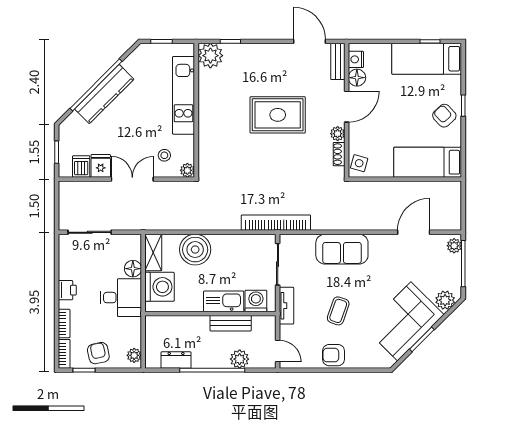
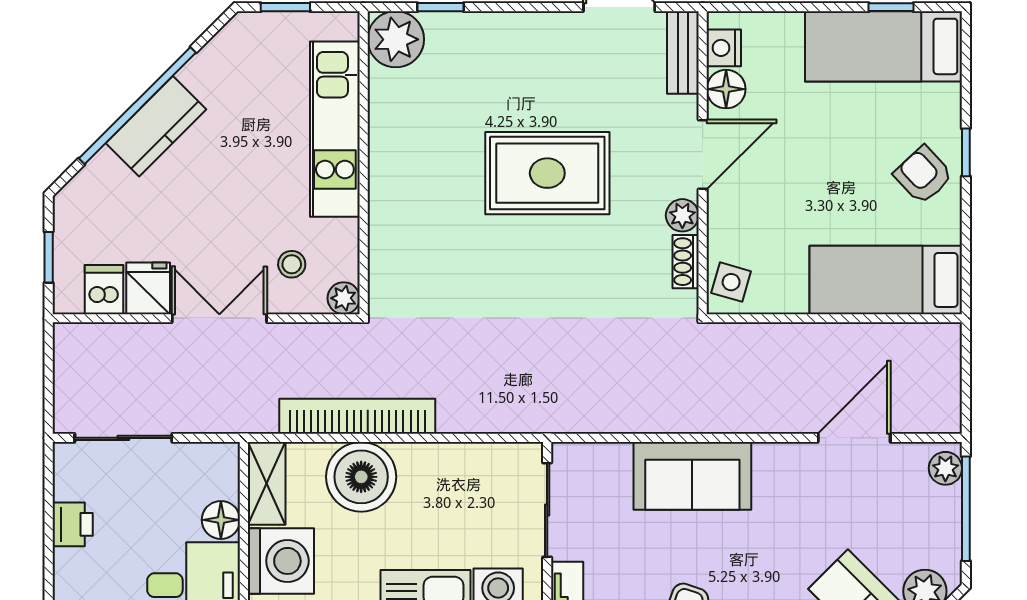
kitchen counter: (104, 94) -> (156, 126), width x0.67
bookcase: (276, 223) -> (357, 416), moved
printer: (67, 290) -> (73, 524), moved

